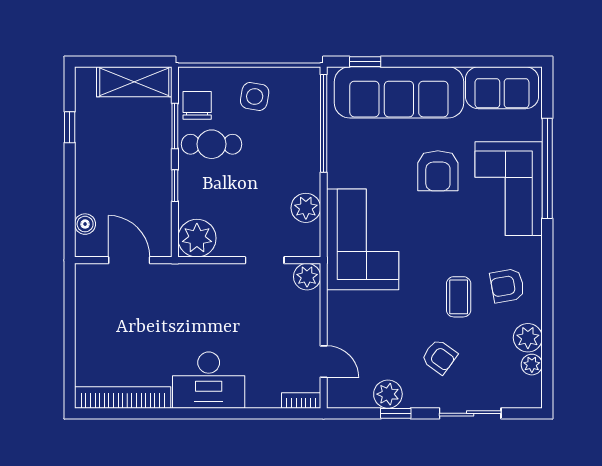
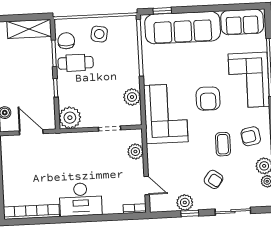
armchair: (438, 171) -> (208, 99), moved
plant: (307, 277) -> (135, 151), moved

